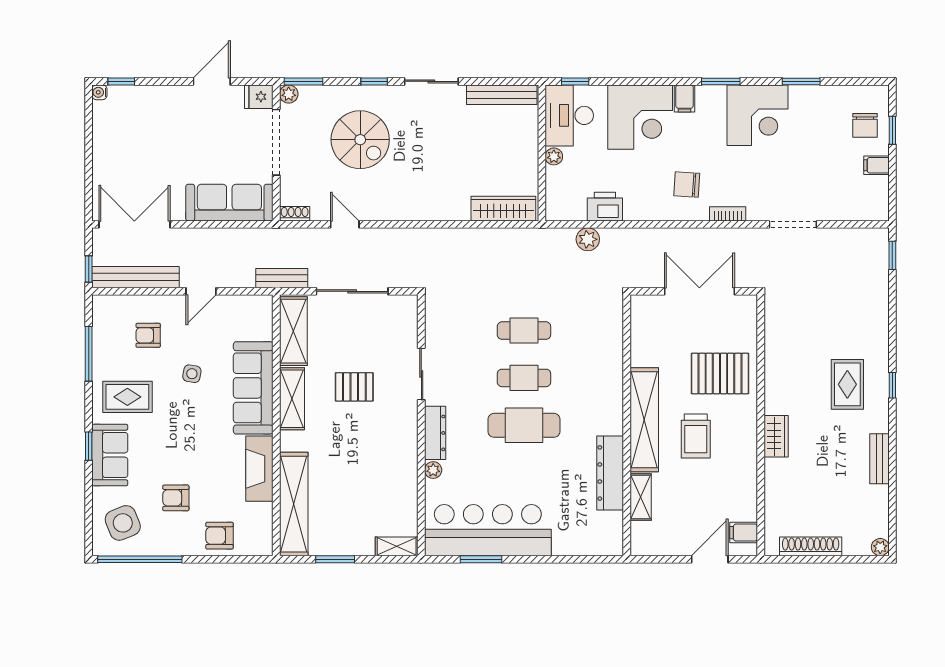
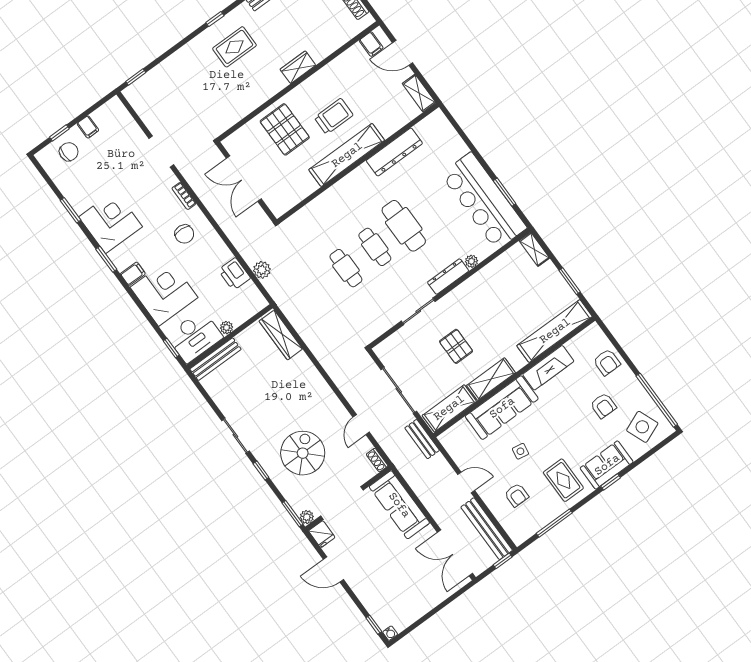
bench: (502, 95) -> (216, 359), moved, turned 90
shelving: (641, 497) -> (419, 93), moved, turned 90

